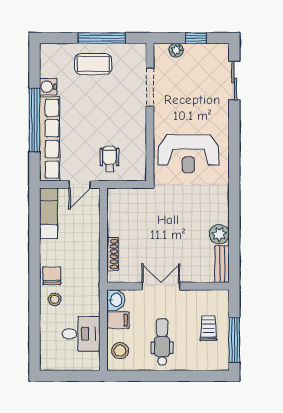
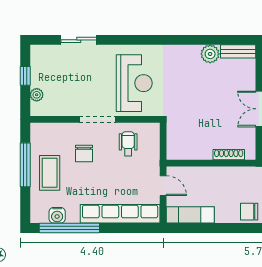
sliding door: (234, 81) -> (79, 40), moved
water cooler: (48, 87) -> (57, 215), moved
doorway: (150, 87) -> (97, 119), moved
chair: (114, 100) -> (84, 154), added
window: (34, 120) -> (69, 228), moved
wheelchair: (109, 159) -> (128, 144), moved, turned 90

